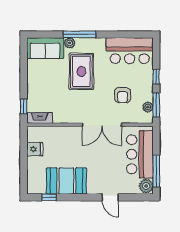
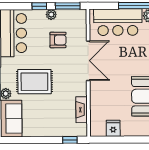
plant: (148, 107) -> (51, 14), moved
fireplace: (40, 118) -> (82, 110), moved

